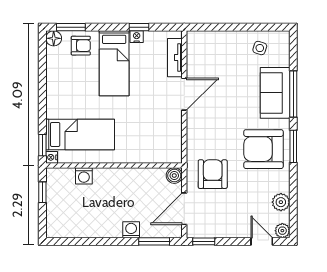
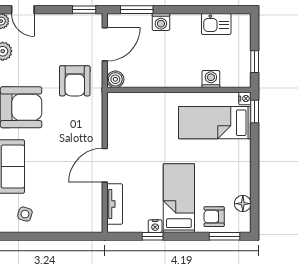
floor lamp: (54, 38) -> (243, 204), moved
kitchen sink: (79, 228) -> (216, 24), added

